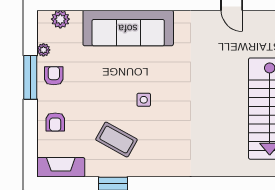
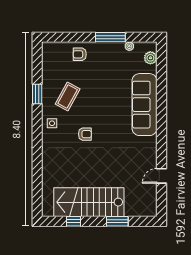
armchair: (54, 76) -> (85, 134), moved
side table: (144, 100) -> (52, 123), moved
fireplace: (61, 167) -> (49, 58), removed

